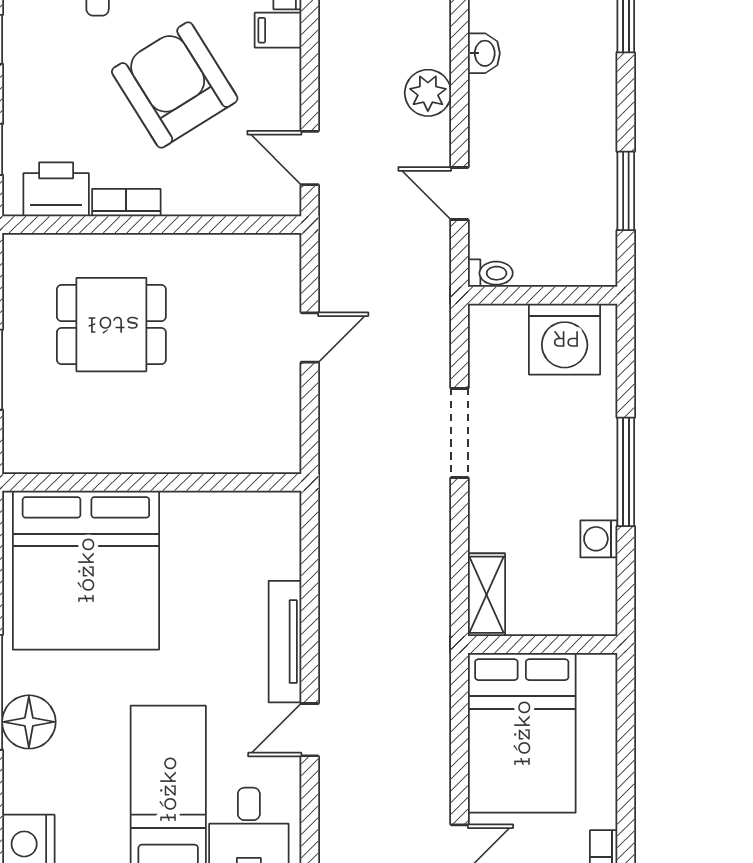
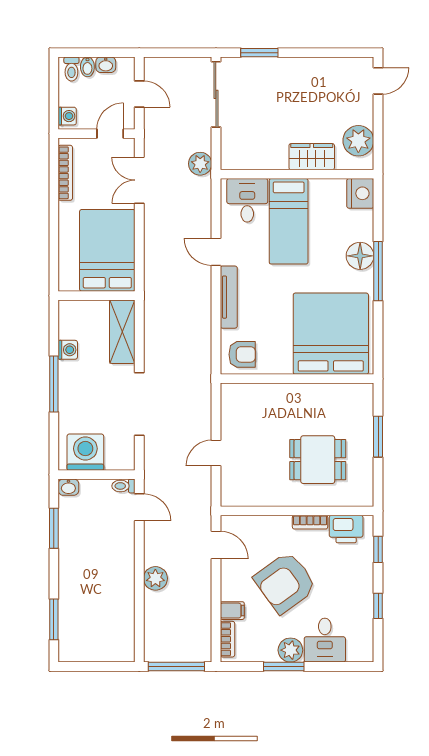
washbasin: (484, 53) -> (68, 487), moved, turned -90
armchair: (175, 85) -> (285, 582), turned 86
door: (459, 194) -> (139, 507), moved
doorway: (459, 433) -> (139, 404), width x1.36
armchair: (259, 530) -> (242, 354), added
shelving: (486, 595) -> (122, 332), width x1.50, depth x1.33
door: (310, 730) -> (216, 252), swing flipped

